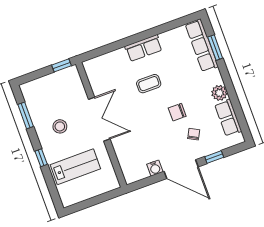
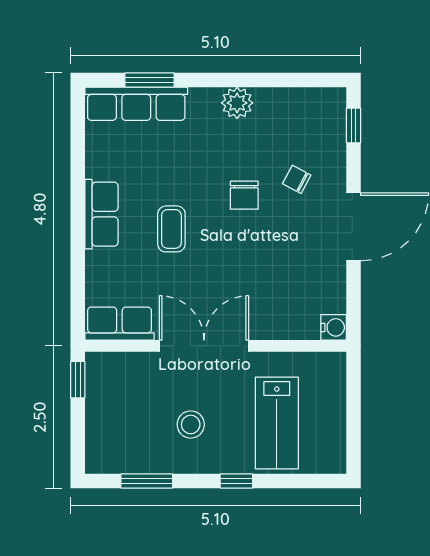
row of seats: (228, 118) -> (119, 324), moved, turned 180
window: (214, 157) -> (354, 125), moved
lab bench: (75, 167) -> (277, 423), turned 180
water cooler: (155, 168) -> (334, 327), moved

